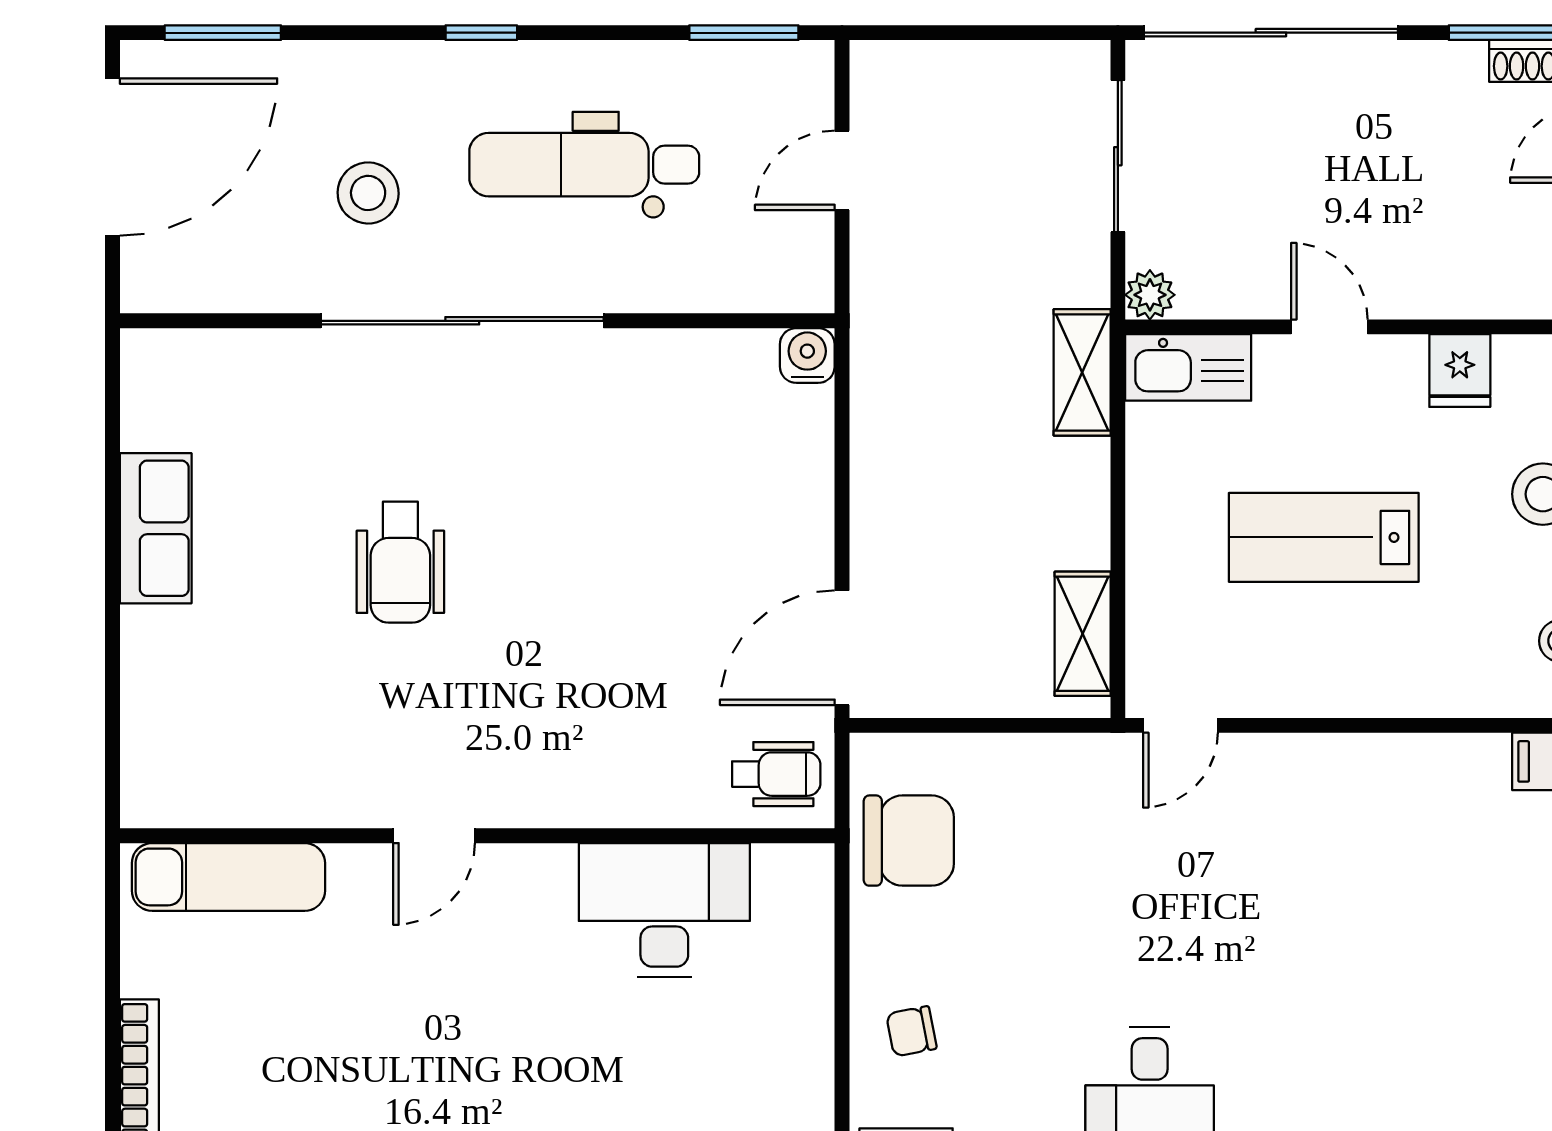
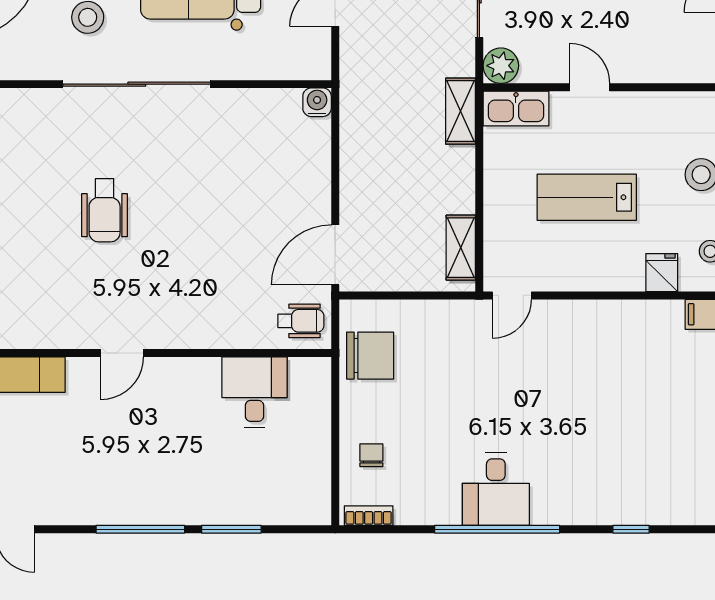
plant: (1150, 295) -> (501, 66), width x1.38, depth x1.38
fridge: (1460, 371) -> (662, 273), moved, turned 180
desk: (664, 910) -> (254, 392), width x0.73
chair: (911, 1031) -> (371, 455), turned 101

